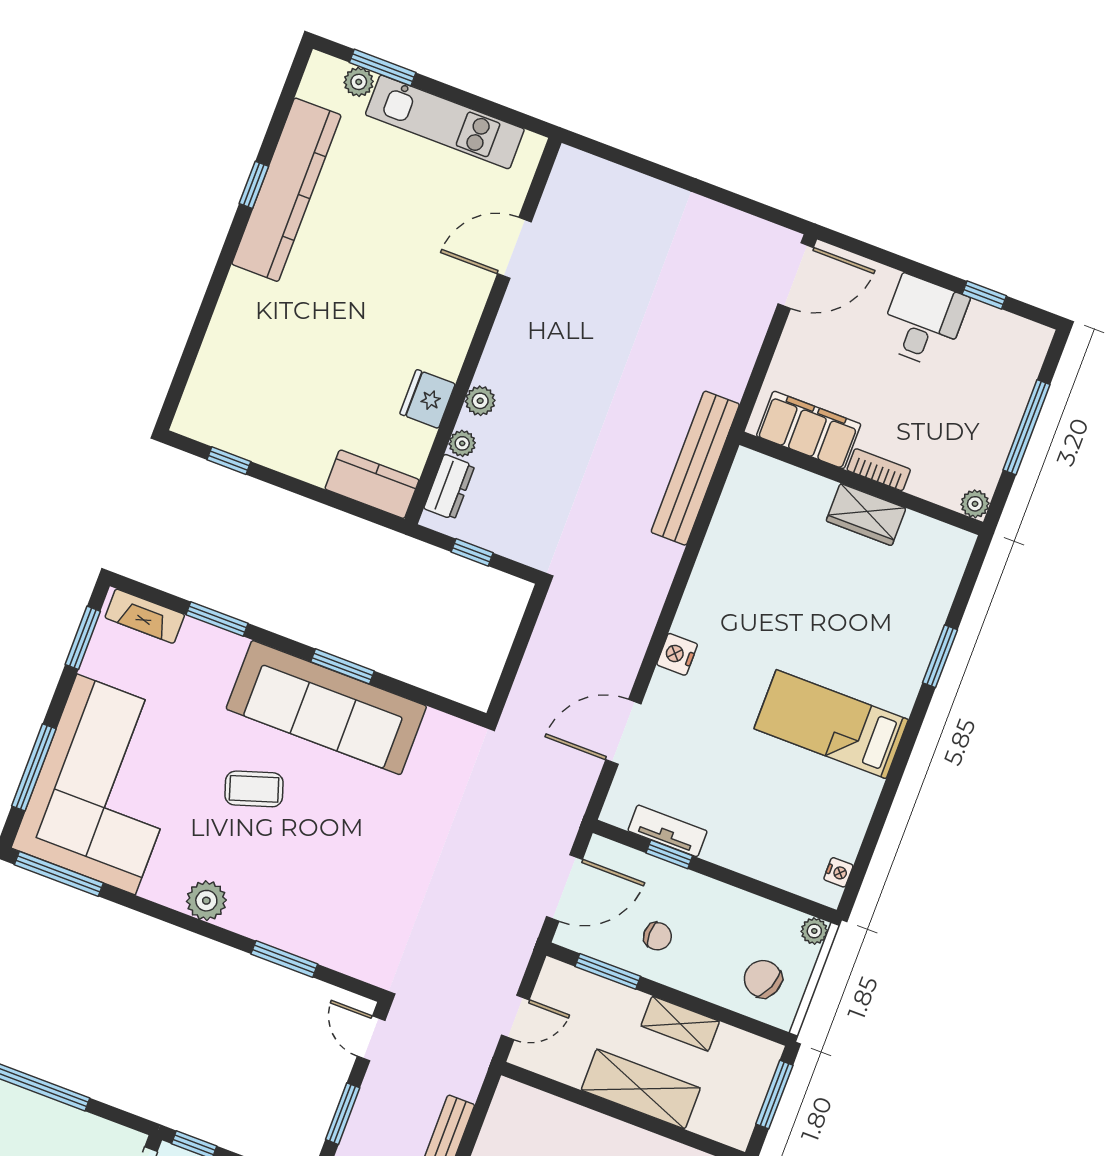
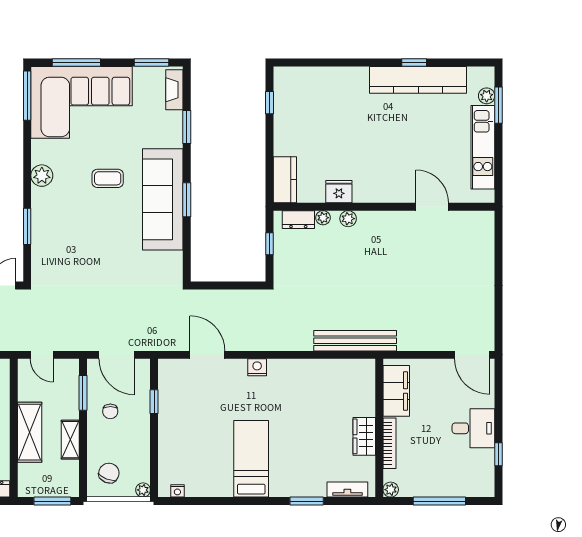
bookcase: (879, 470) -> (390, 443), width x1.56
coffee table: (254, 789) -> (108, 178), turned -72
tv unit: (667, 831) -> (347, 489), moved, turned -90

